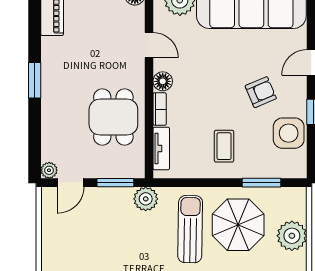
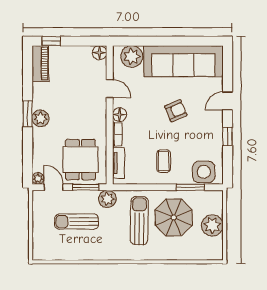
plant: (53, 87) -> (41, 118), added
armchair: (261, 92) -> (176, 111), moved
dining table: (113, 117) -> (80, 160), moved
side table: (289, 133) -> (204, 172), moved
door: (71, 183) -> (54, 187), swing flipped
sun lounger: (103, 230) -> (77, 222), added

